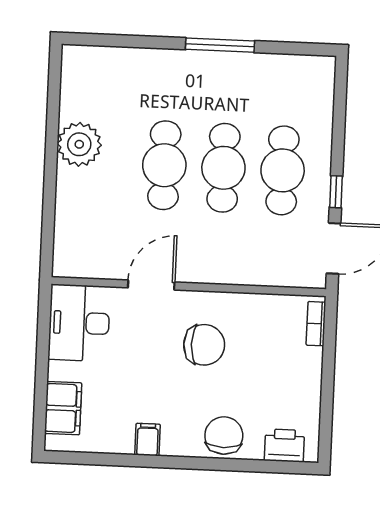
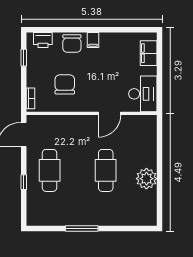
cafe table: (223, 168) -> (78, 170), removed
window: (336, 192) -> (24, 182), moved
chair: (204, 345) -> (65, 84), moved, turned 90
window: (326, 410) -> (24, 58), added
filing cabinet: (148, 440) -> (93, 40), moved

